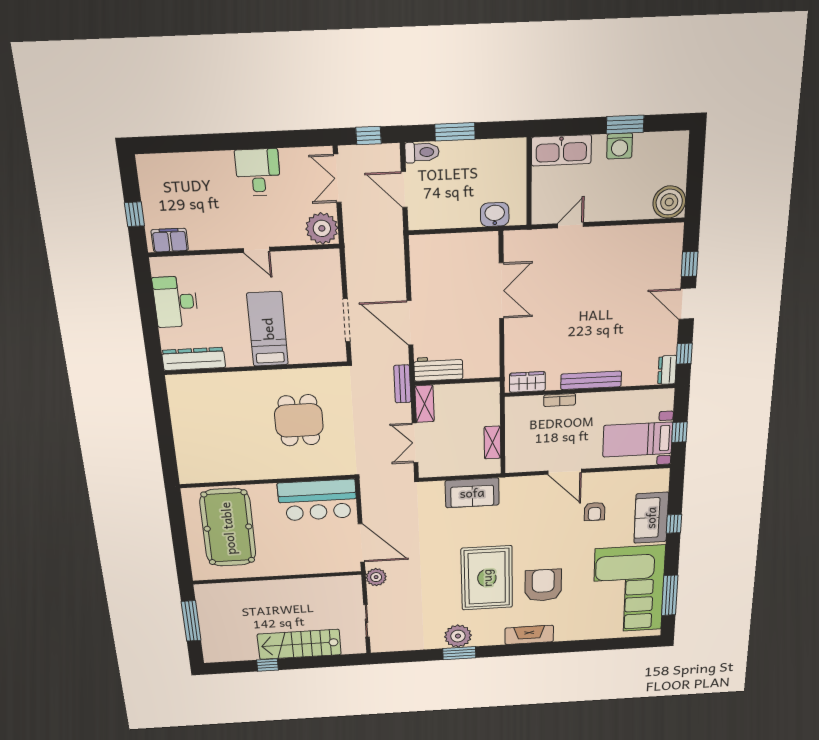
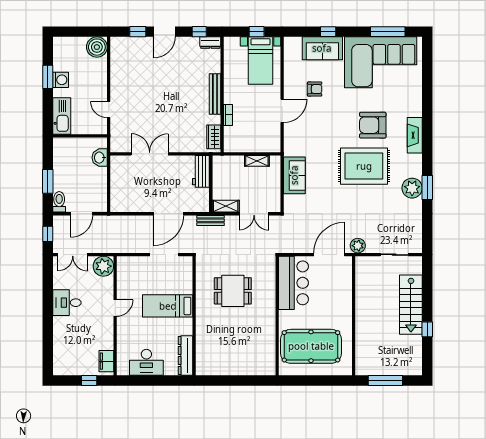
workbench: (438, 369) -> (201, 171), moved

